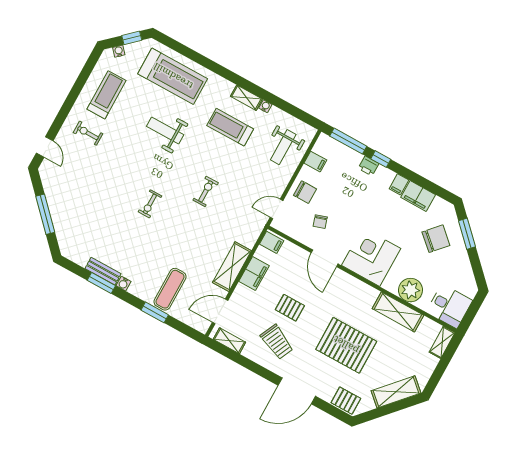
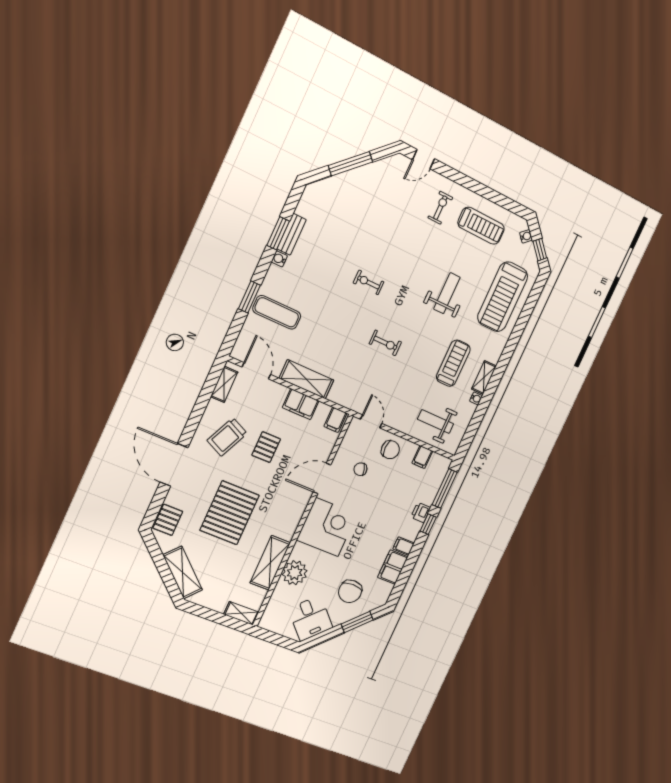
chair: (305, 192) -> (390, 450), turned -90
chair: (436, 239) -> (350, 591), turned 48
desk: (449, 306) -> (310, 618), moved, turned -45

